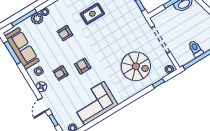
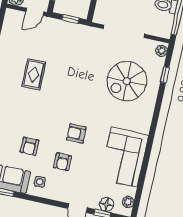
armchair: (65, 33) -> (30, 146), moved
spiral stairs: (136, 66) -> (127, 81), turned 180
floor lamp: (42, 87) -> (107, 204), moved

